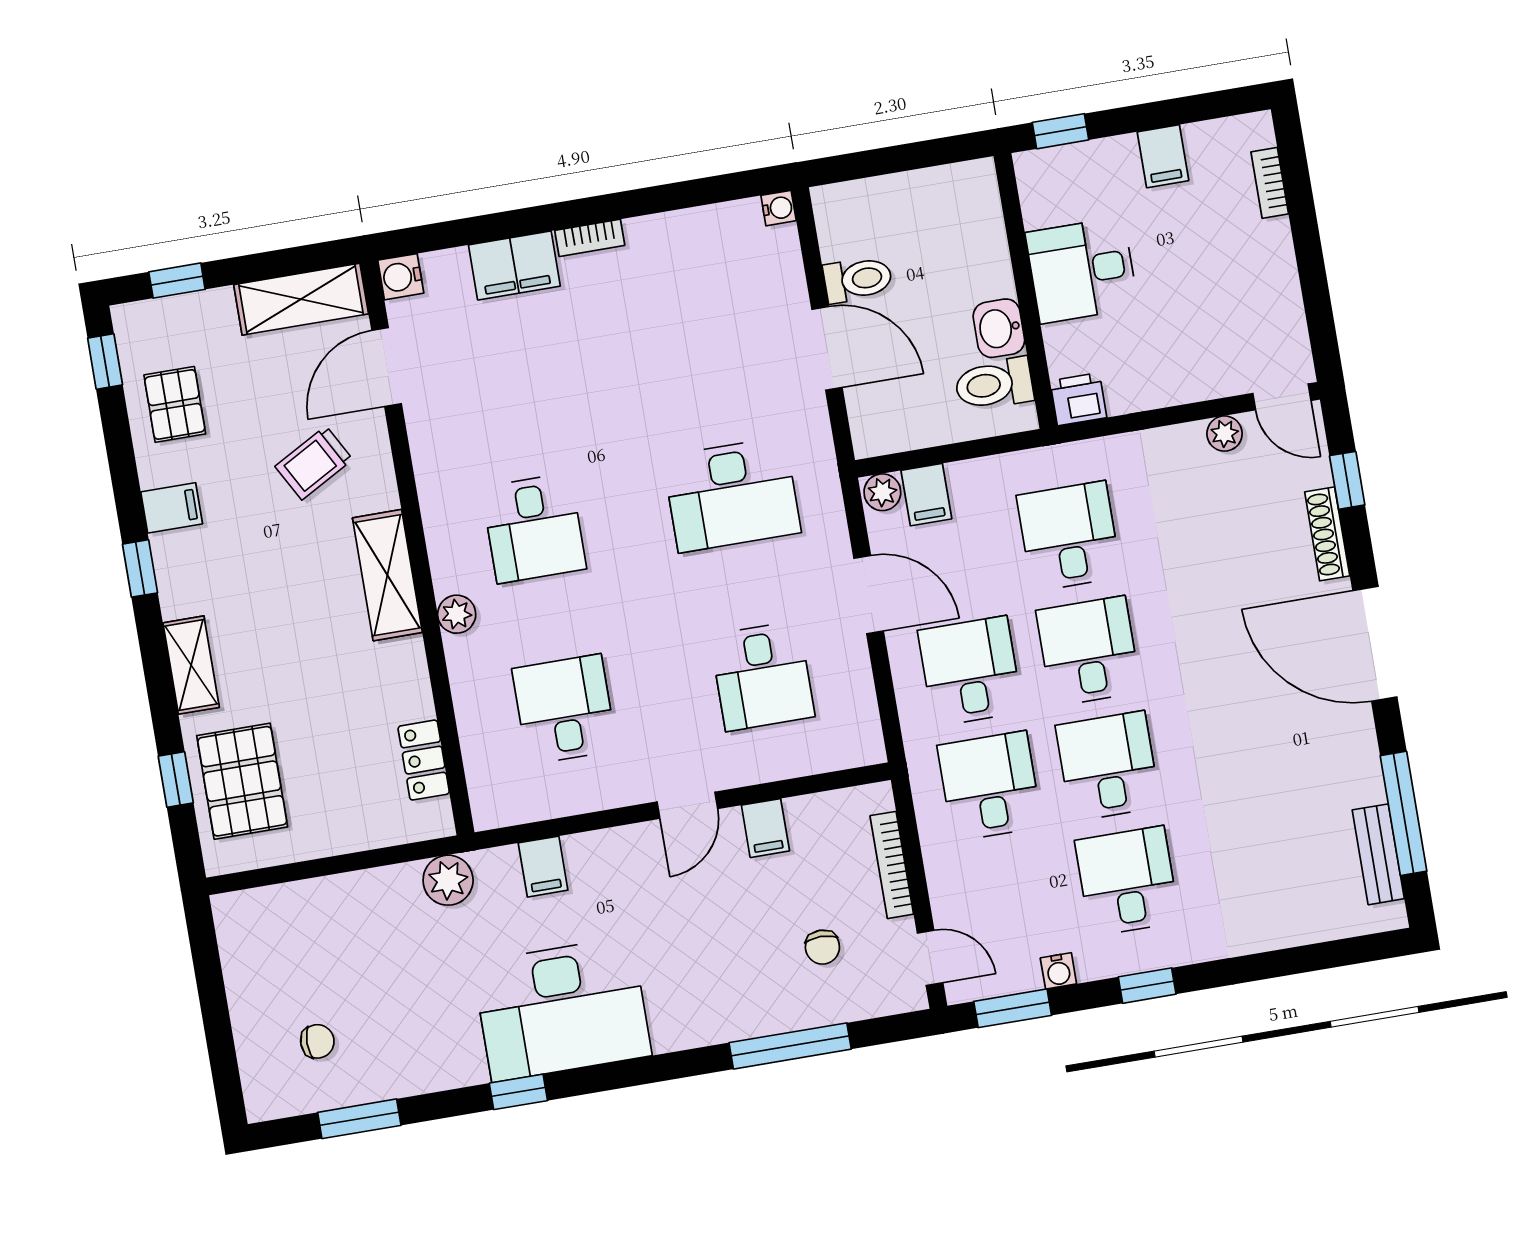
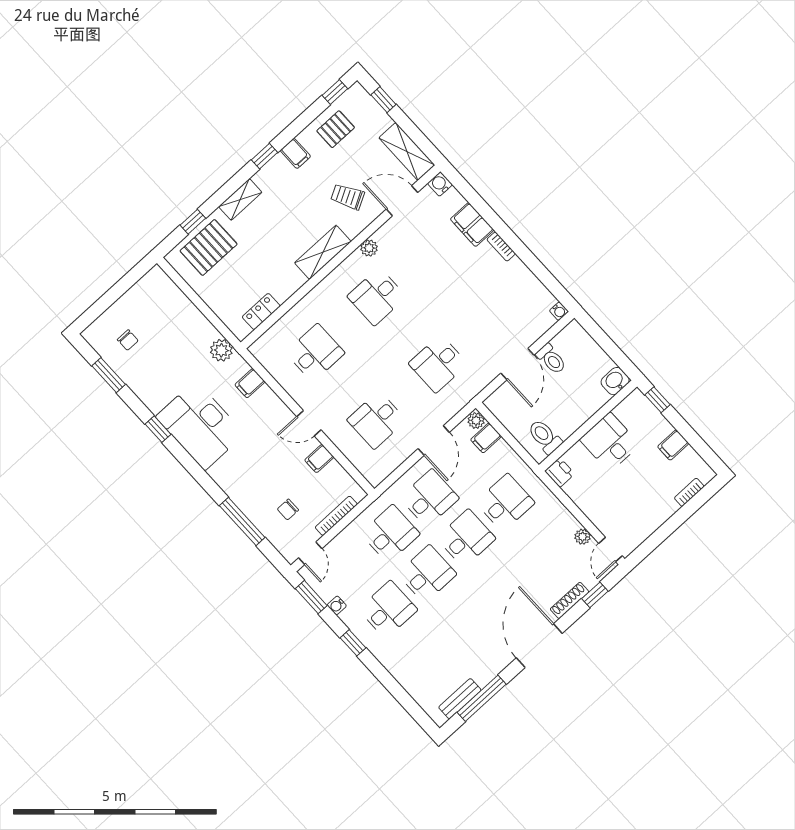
washbasin: (999, 328) -> (615, 381), moved
desk: (732, 495) -> (438, 364), width x0.73
plant: (457, 614) -> (369, 248), moved

